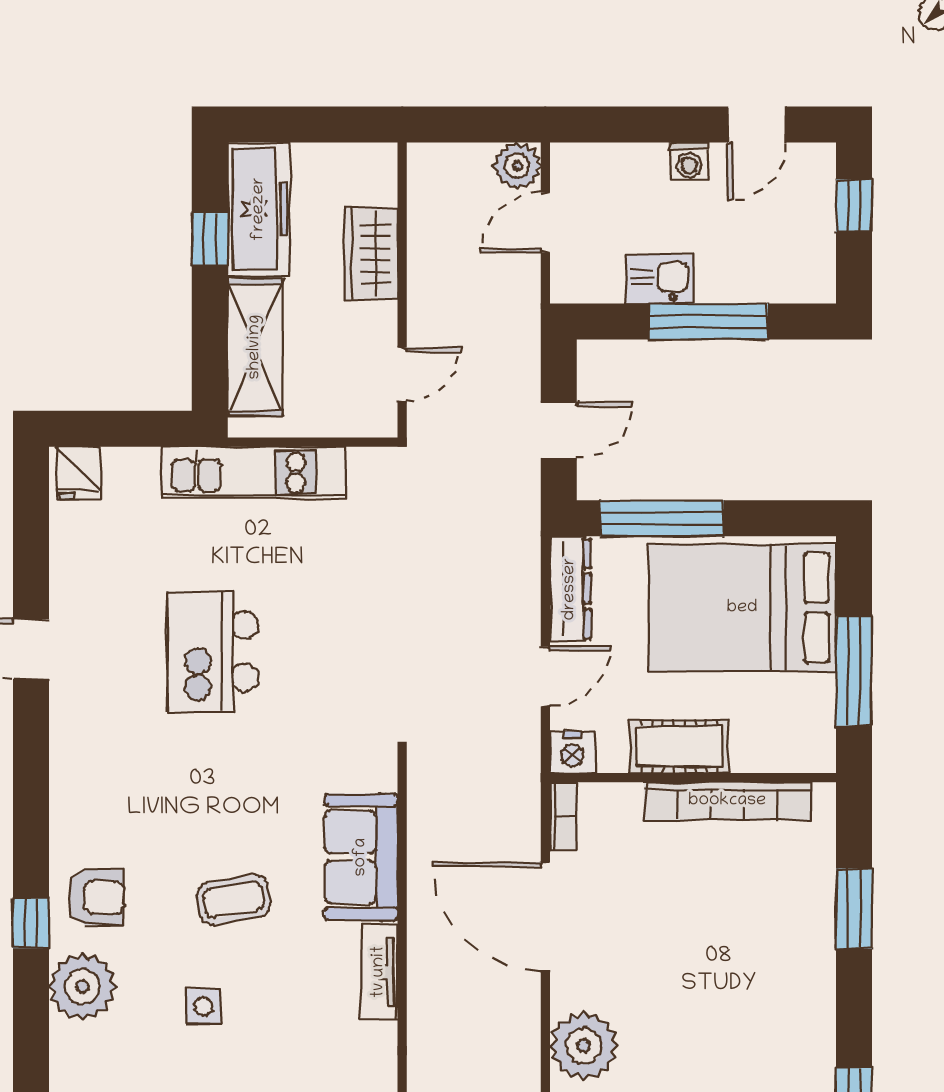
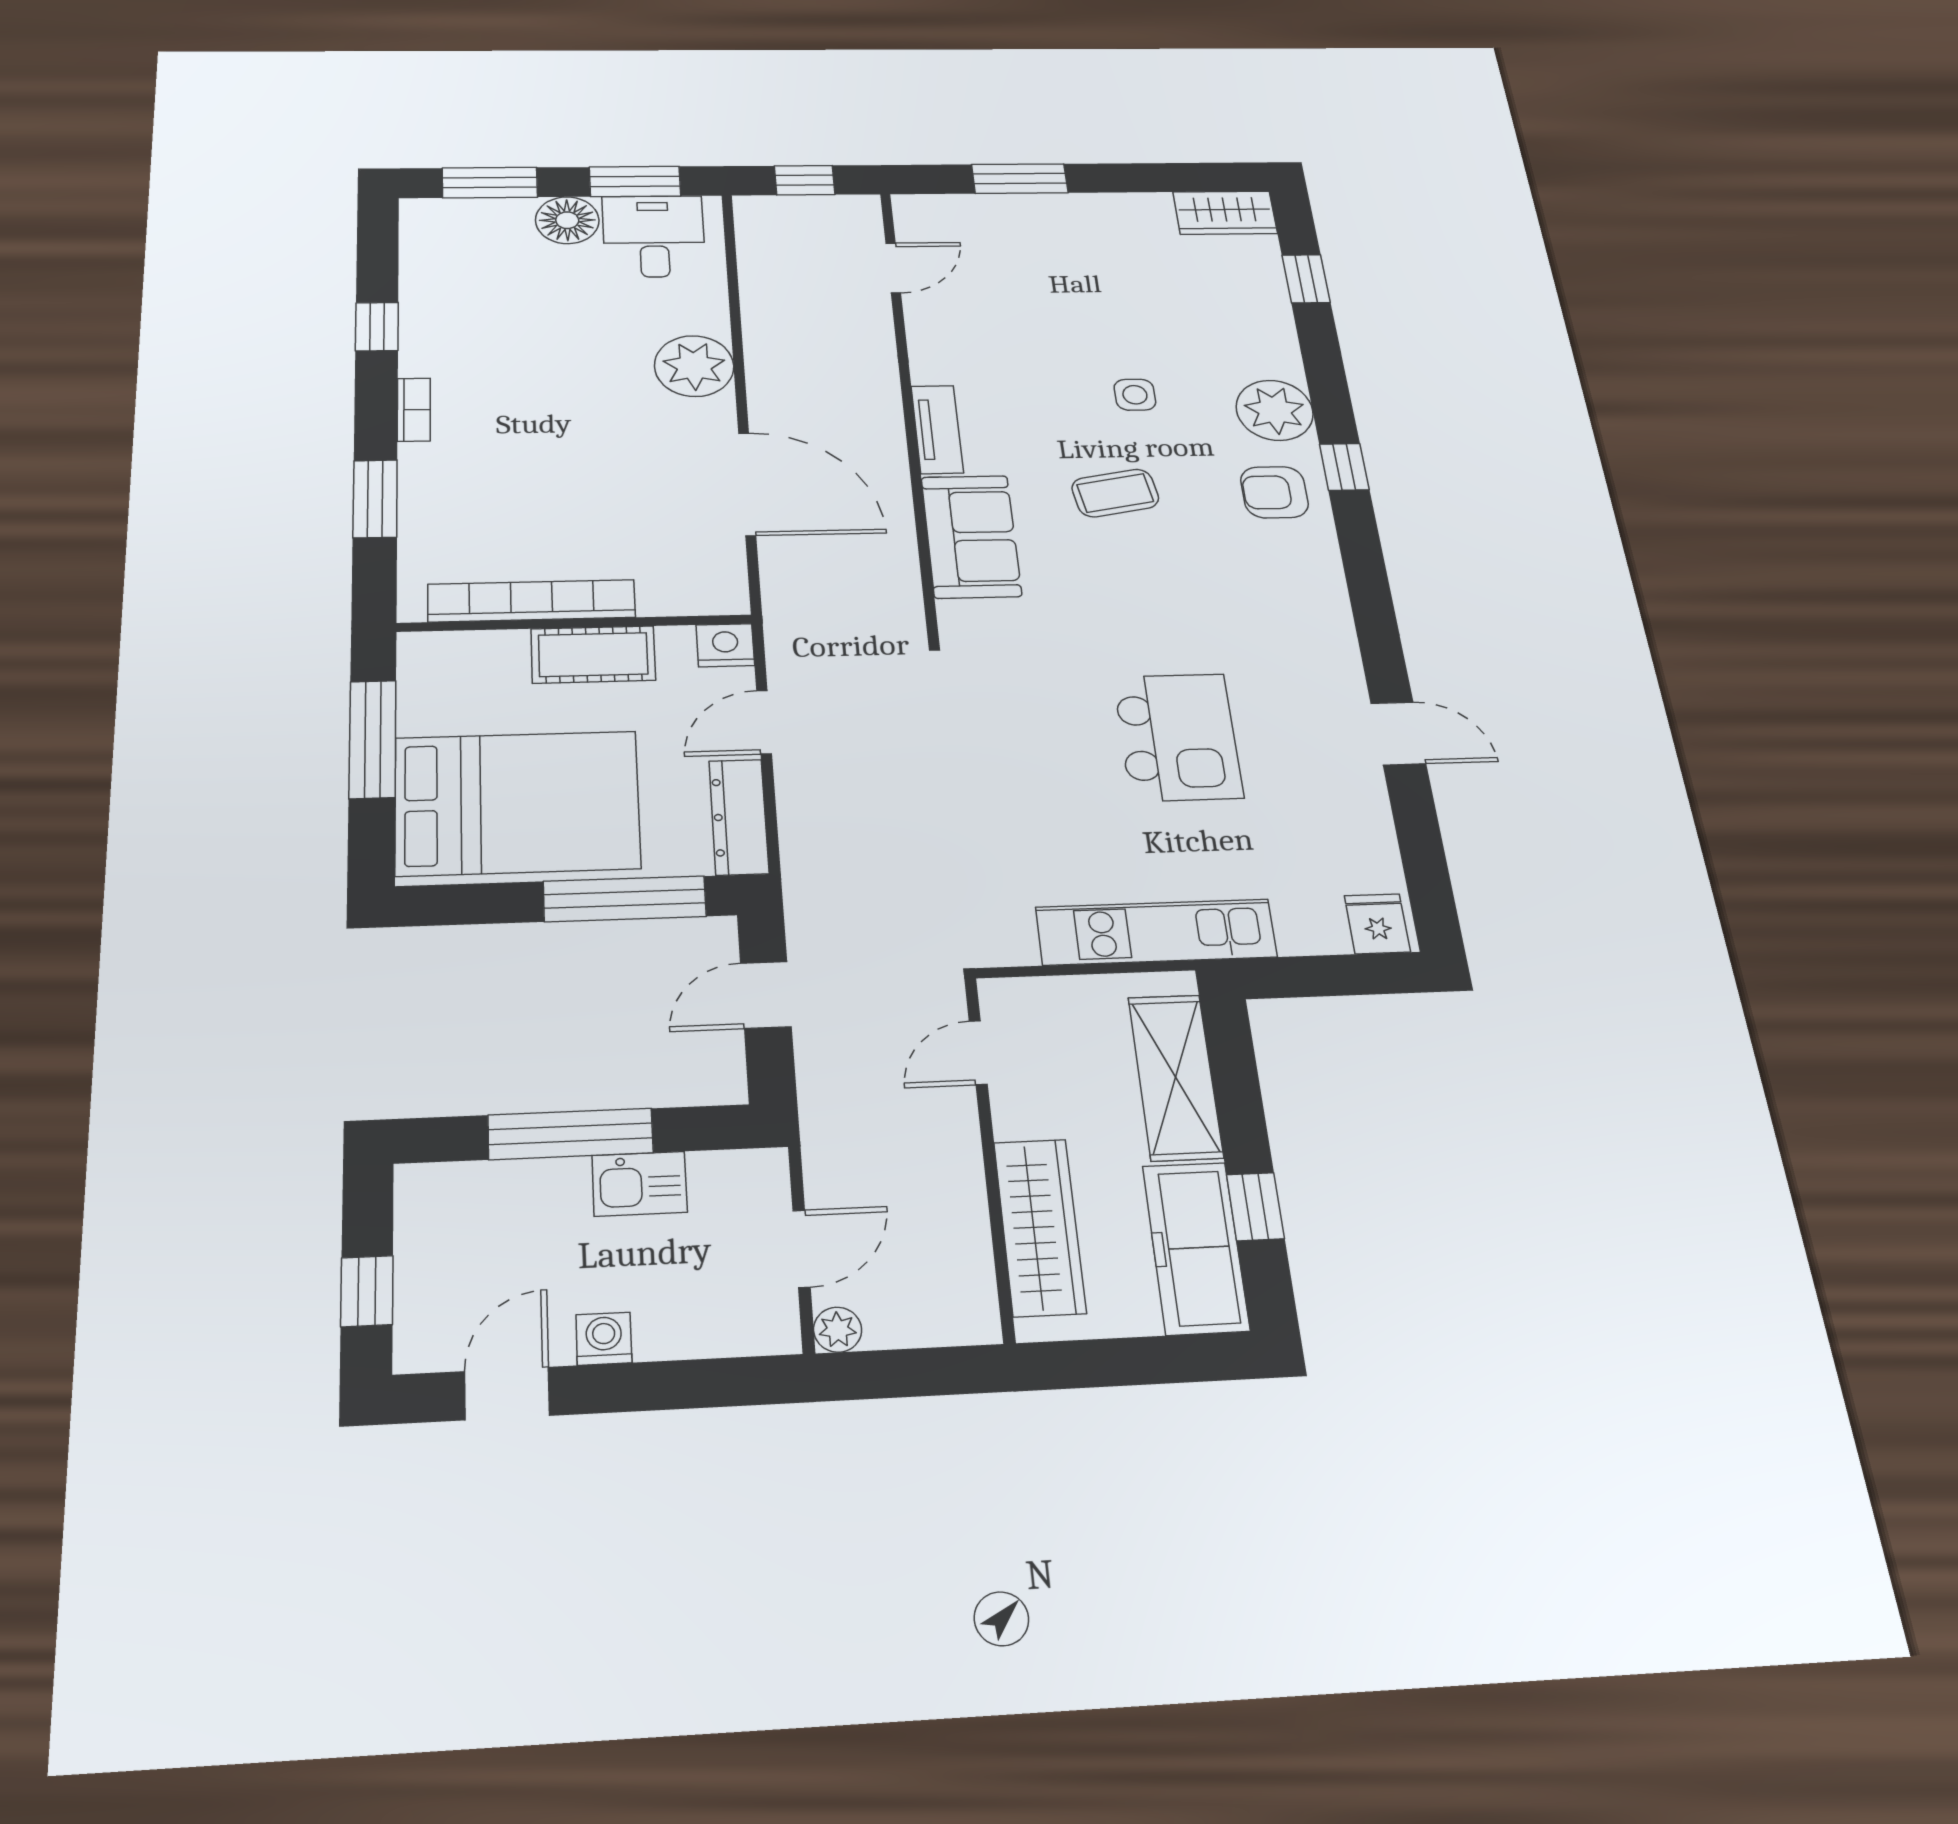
plant: (517, 166) -> (838, 1330), width x0.73, depth x0.73
wardrobe: (371, 254) -> (1040, 1227), width x1.50
bookcase: (563, 816) -> (414, 410), moved, turned 180

